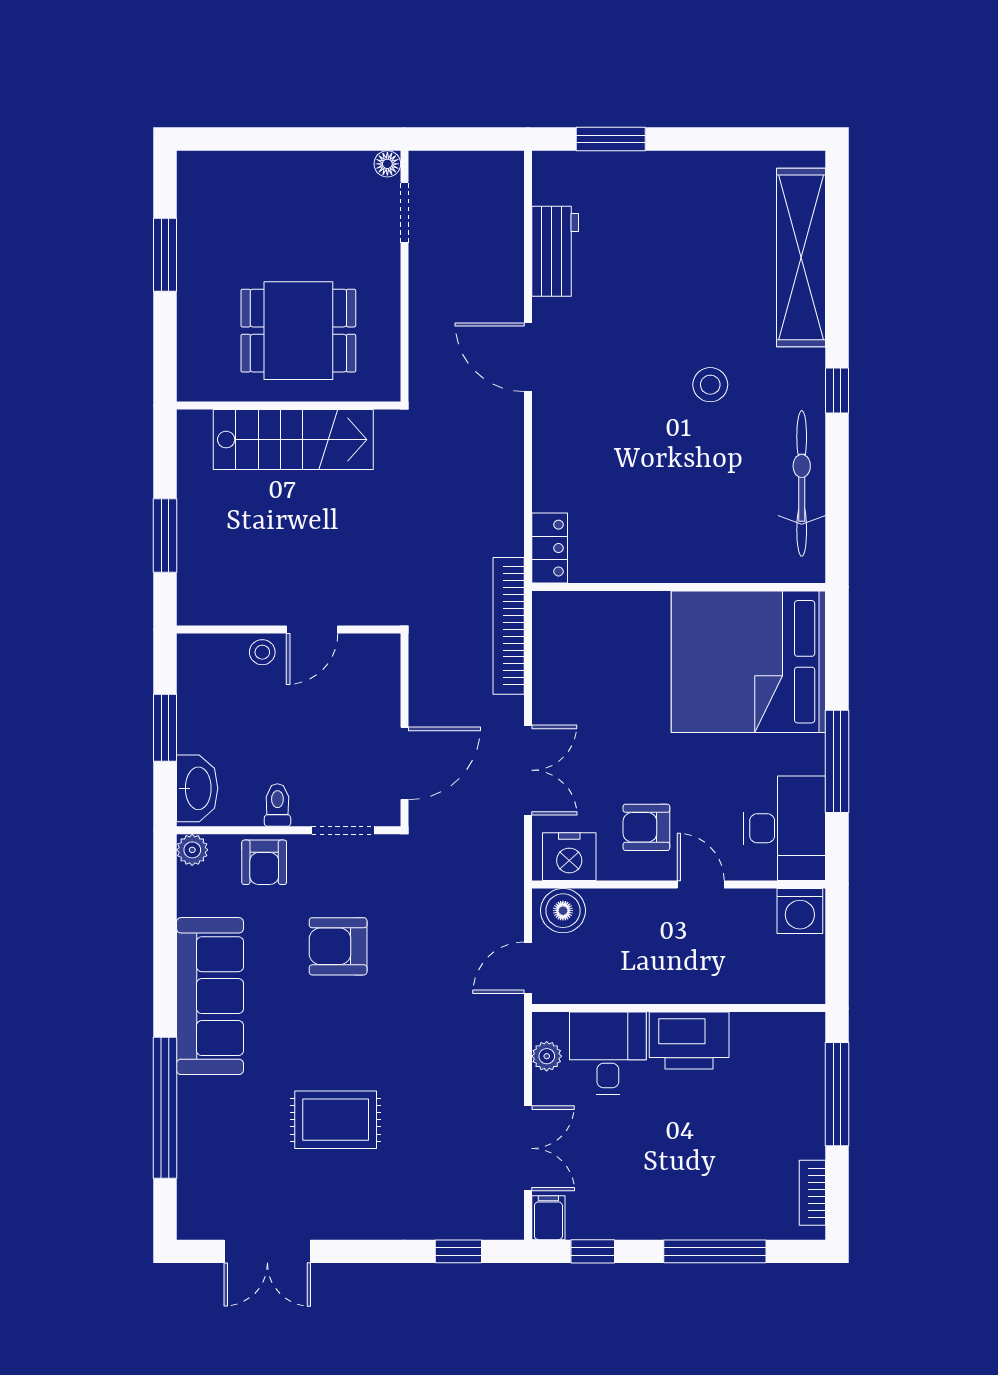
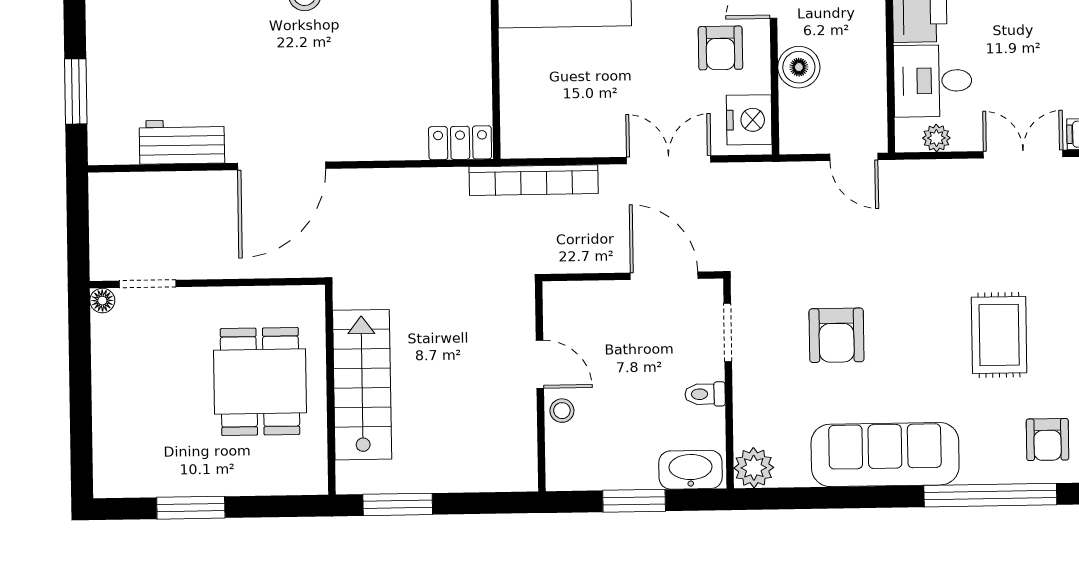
door: (528, 357) -> (282, 166), width x1.36
window: (165, 535) -> (398, 504), moved
plant: (192, 850) -> (754, 468), width x1.38, depth x1.38
armchair: (264, 862) -> (1047, 440), moved, turned 90
boiler: (563, 911) -> (799, 67), moved

